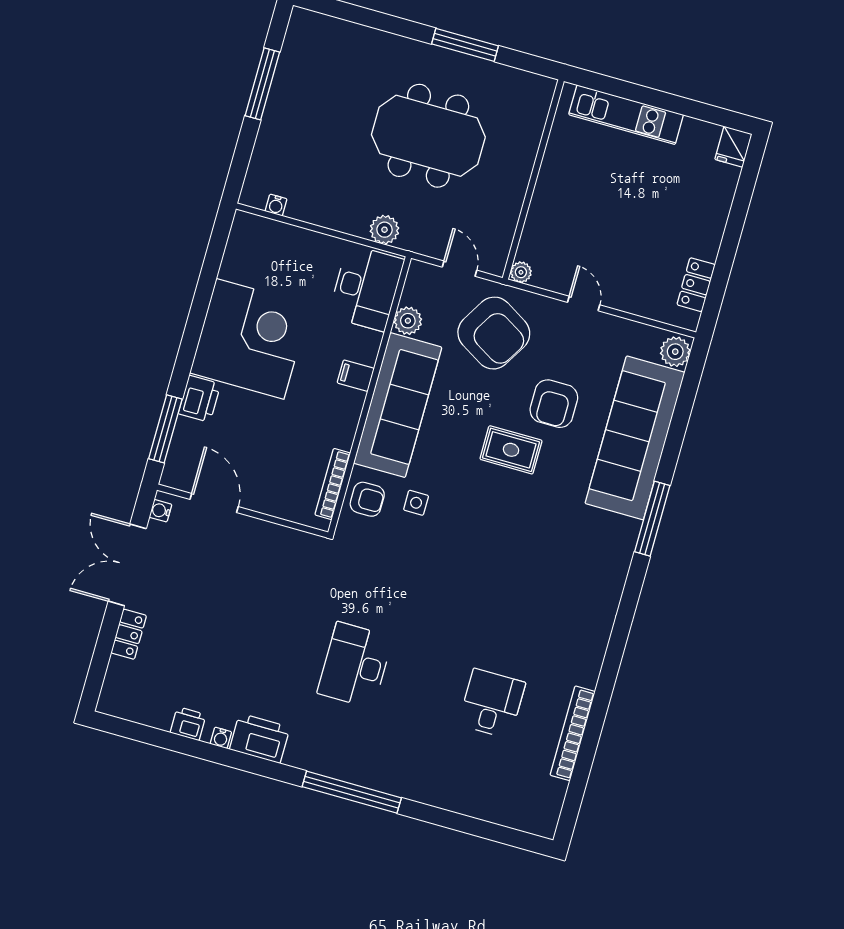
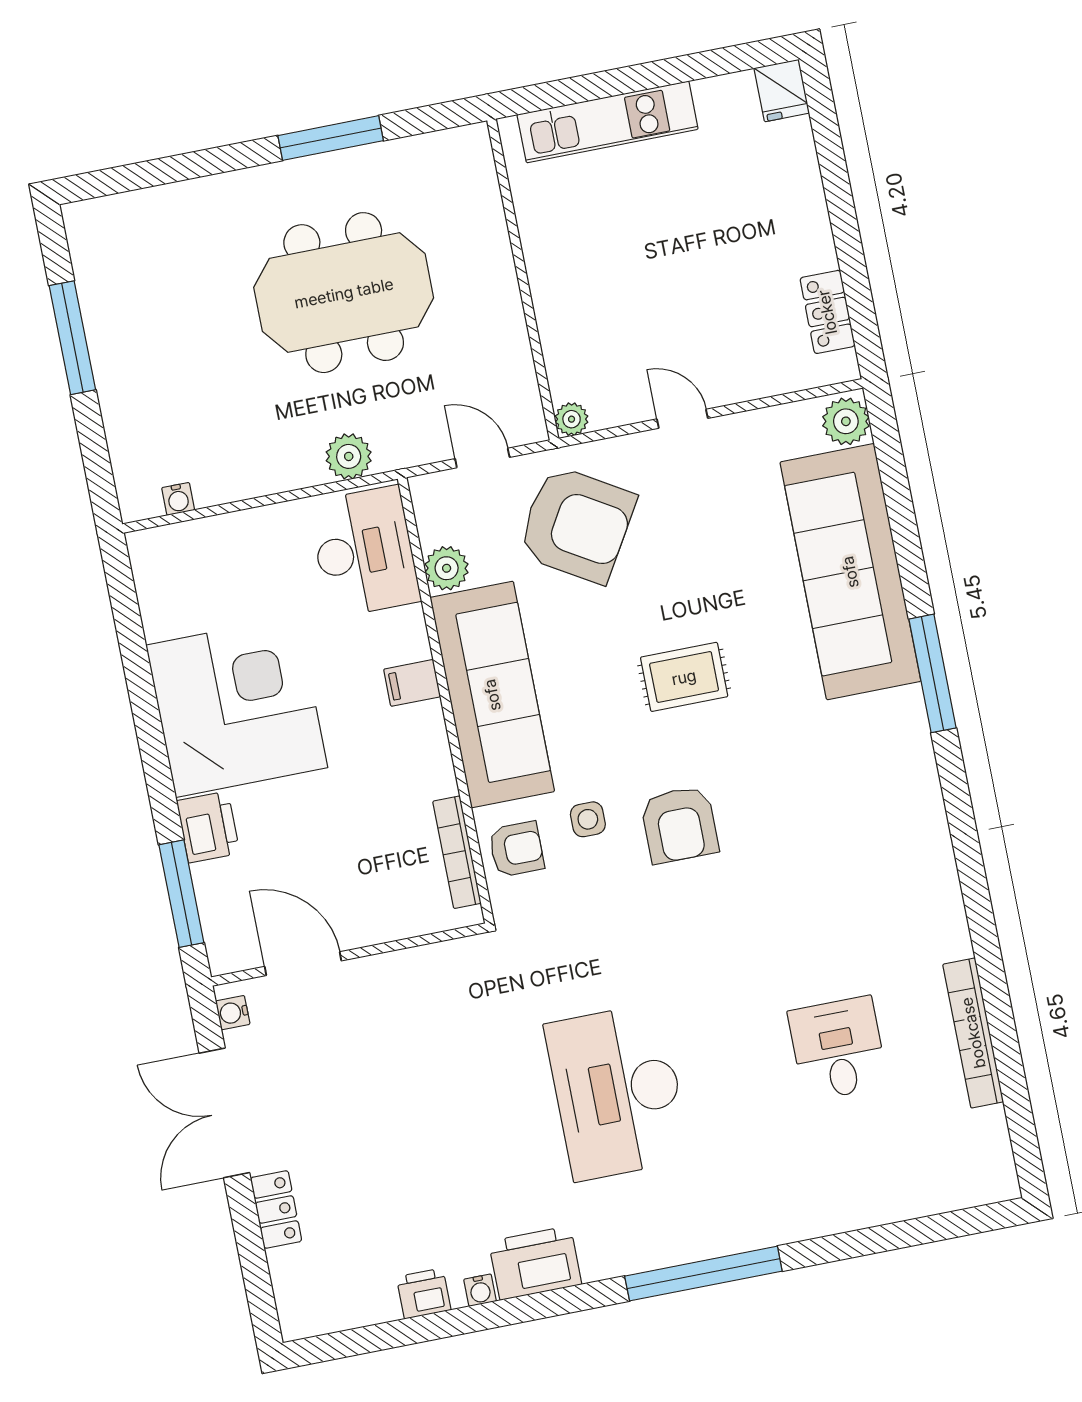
armchair: (554, 404) -> (679, 825), moved
desk: (355, 665) -> (617, 1092), width x1.36, depth x1.30

